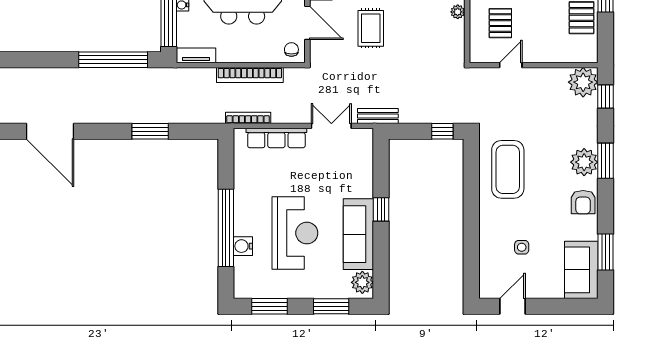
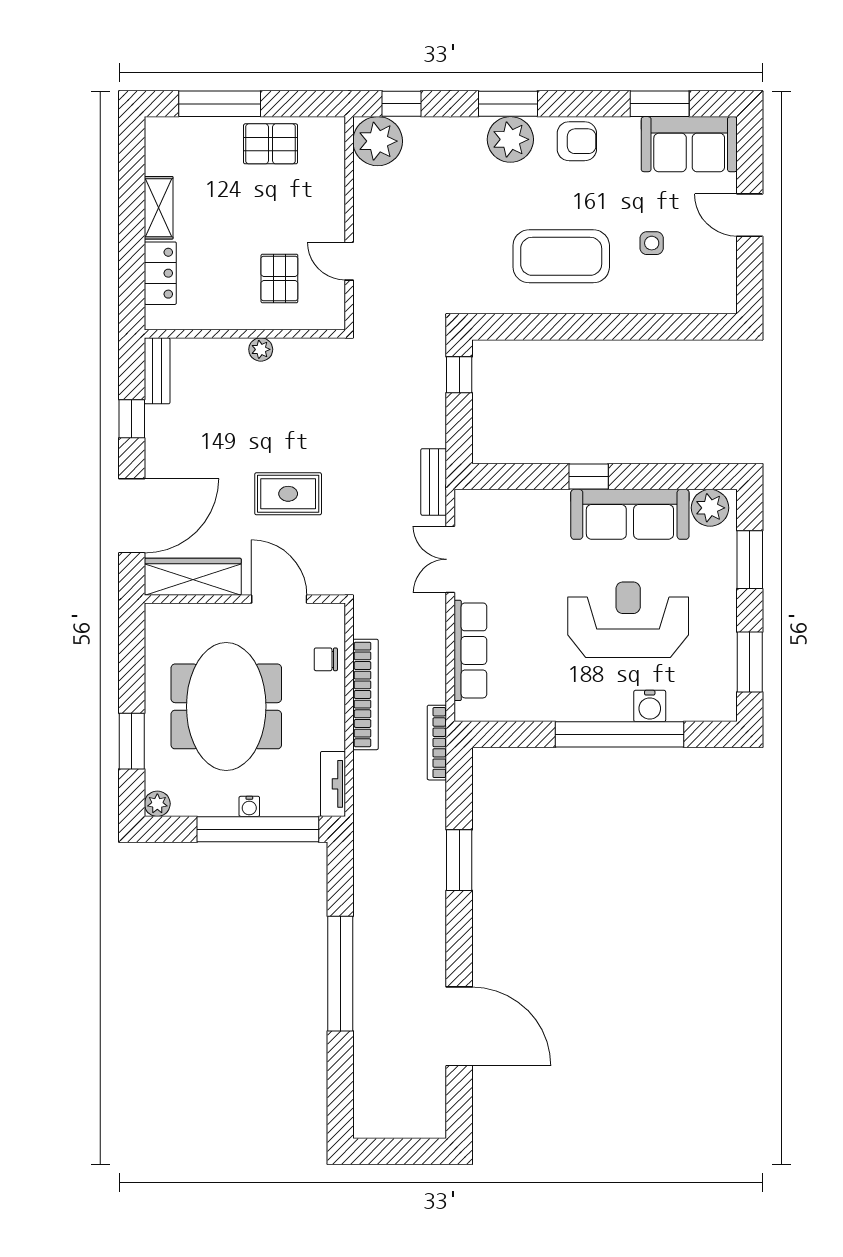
door: (307, 23) -> (279, 599), hinge flipped
pallet: (500, 23) -> (279, 278), turned 90
chair: (291, 49) -> (326, 659), moved
window: (113, 60) -> (340, 974), moved
bookcase: (248, 118) -> (437, 743), moved
door: (50, 131) -> (459, 1026), hinge flipped
coffee table: (508, 169) -> (561, 256), moved
door: (512, 306) -> (750, 215), moved

